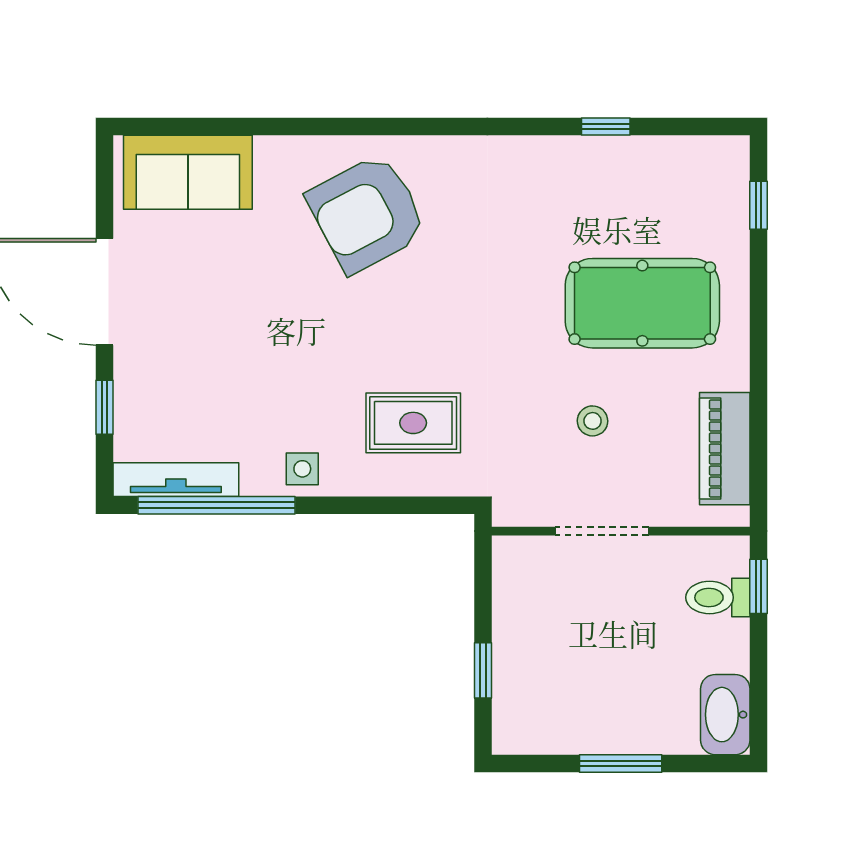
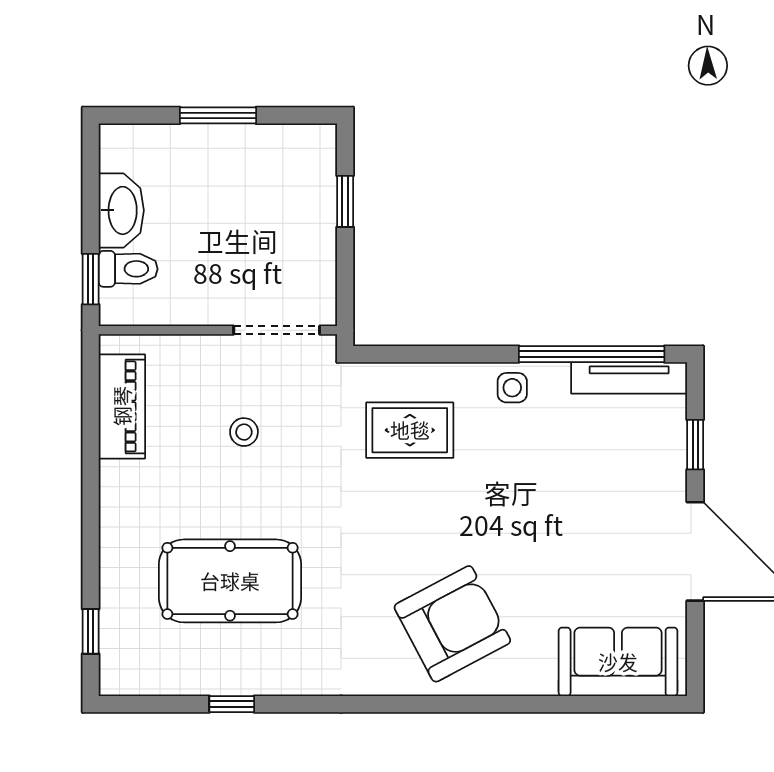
pool table: (642, 303) -> (230, 581), moved
doorway: (602, 531) -> (277, 330), moved
washbasin: (725, 715) -> (121, 210), moved

